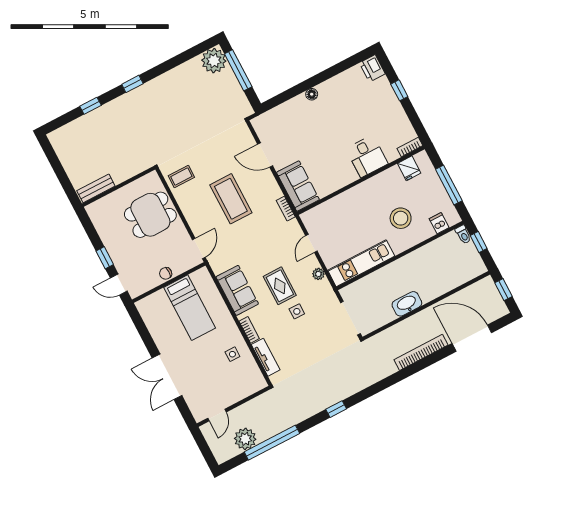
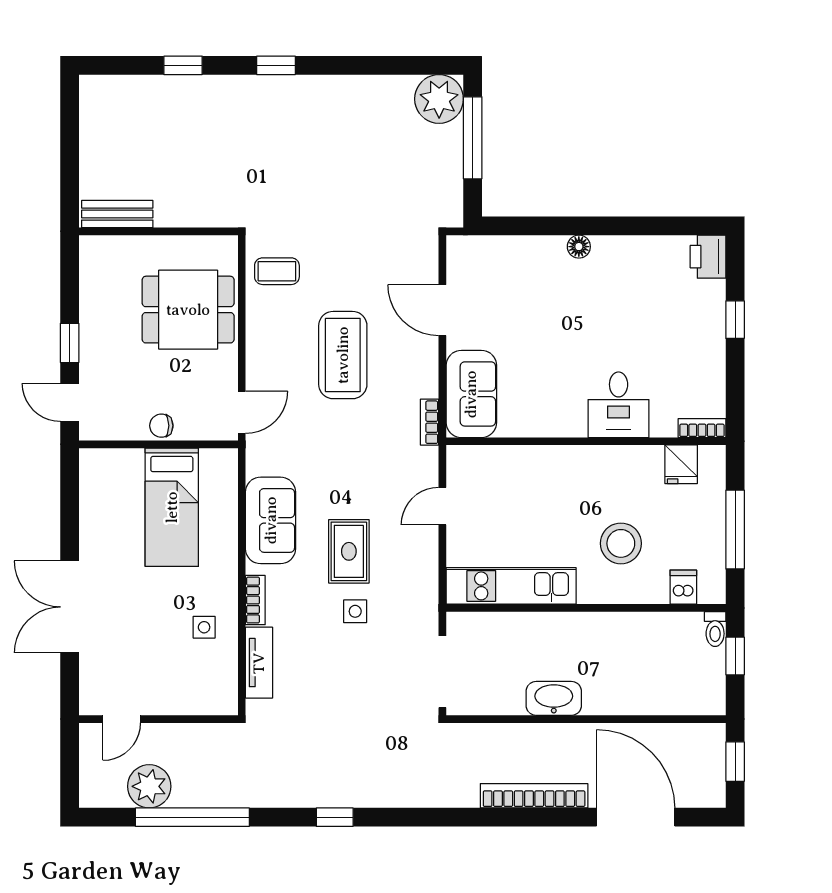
plant: (318, 274) -> (427, 566), removed

